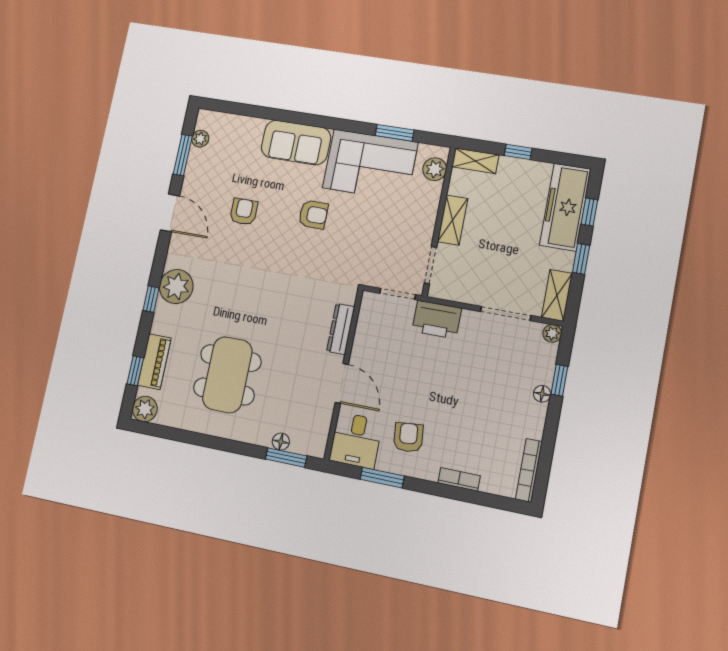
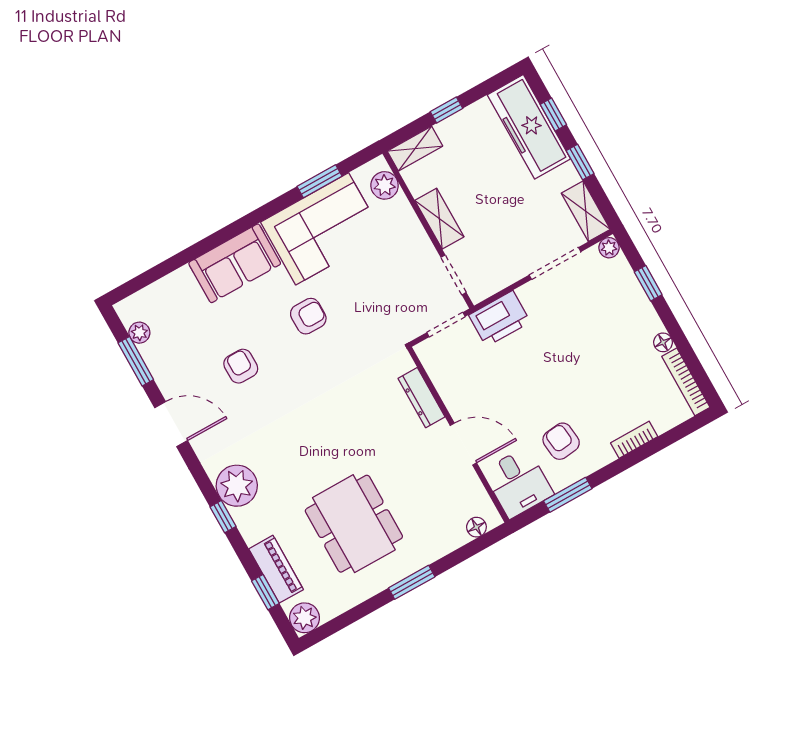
floor lamp: (542, 394) -> (663, 342), moved
floor lamp: (281, 442) -> (476, 527), moved
window: (286, 458) -> (412, 582), moved

